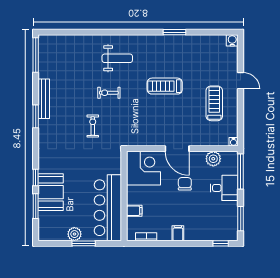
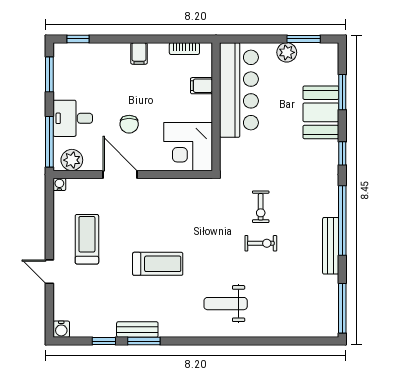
window: (202, 32) -> (104, 341), added
bench: (179, 40) -> (137, 329), added
exercise bike: (109, 93) -> (261, 243), moved
treadmill: (214, 103) -> (87, 239), turned 180
window: (36, 116) -> (342, 221), width x2.11
door: (177, 149) -> (120, 174), moved
plant: (213, 159) -> (72, 160), moved
window: (36, 177) -> (342, 153), moved
window: (84, 243) -> (304, 39), moved

